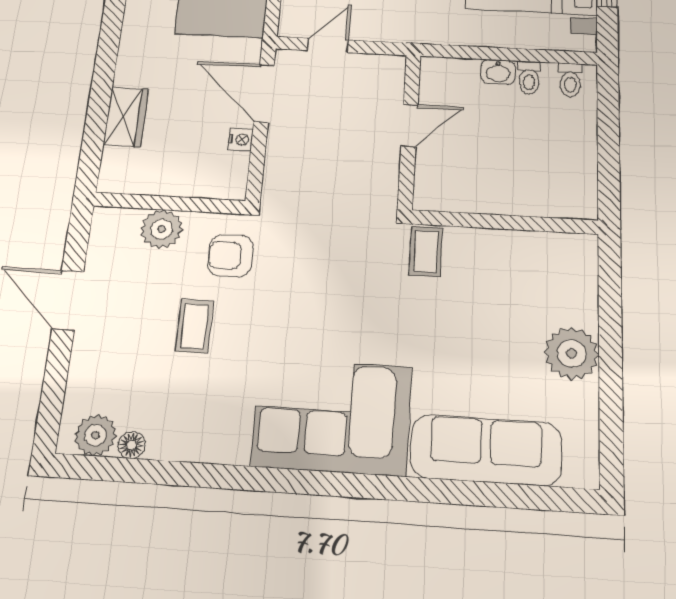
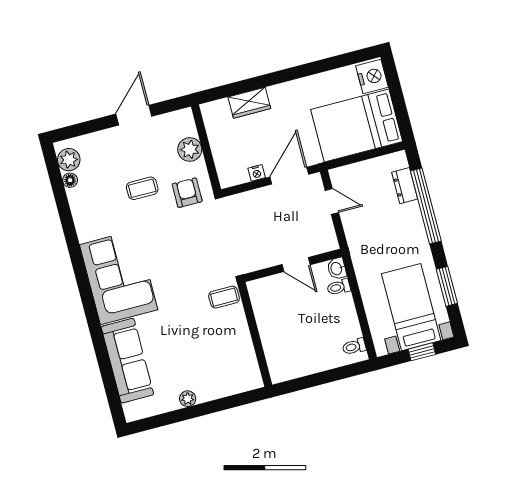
washbasin: (498, 72) -> (337, 269), moved
toilet: (529, 78) -> (339, 287), moved
plant: (572, 353) -> (188, 399), width x0.53, depth x0.53

